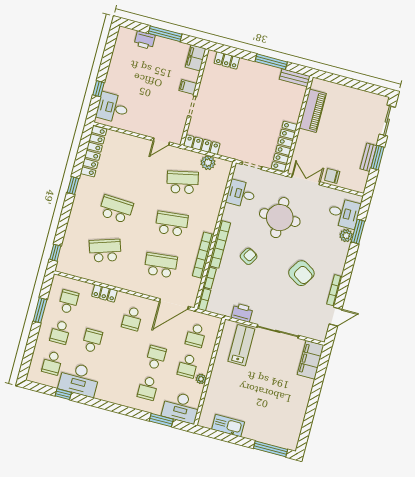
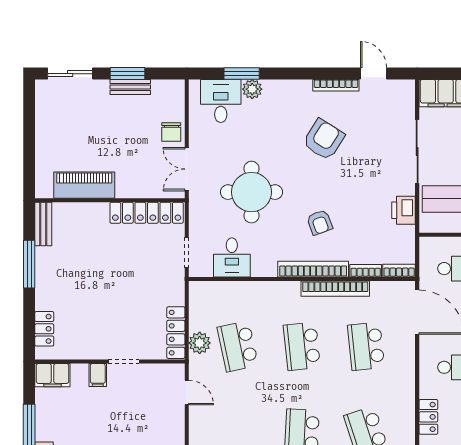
plant: (208, 163) -> (200, 343), moved
armchair: (249, 256) -> (320, 222), turned -141

